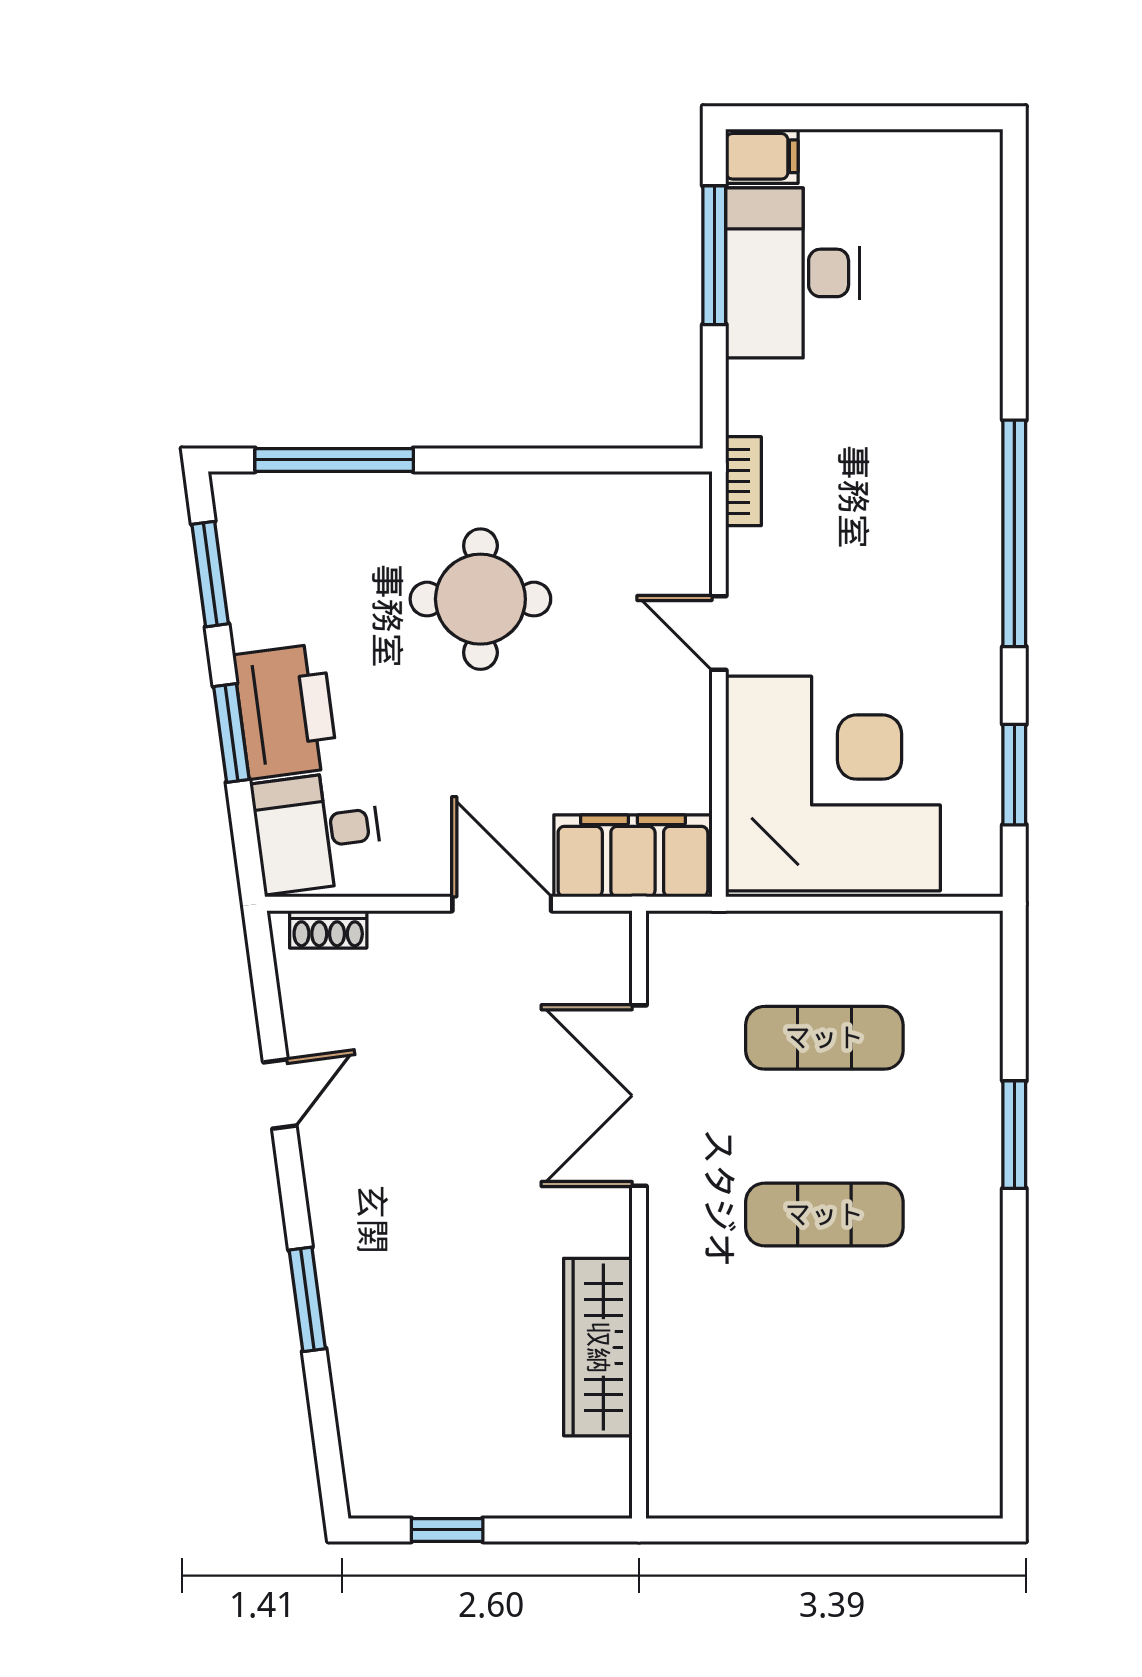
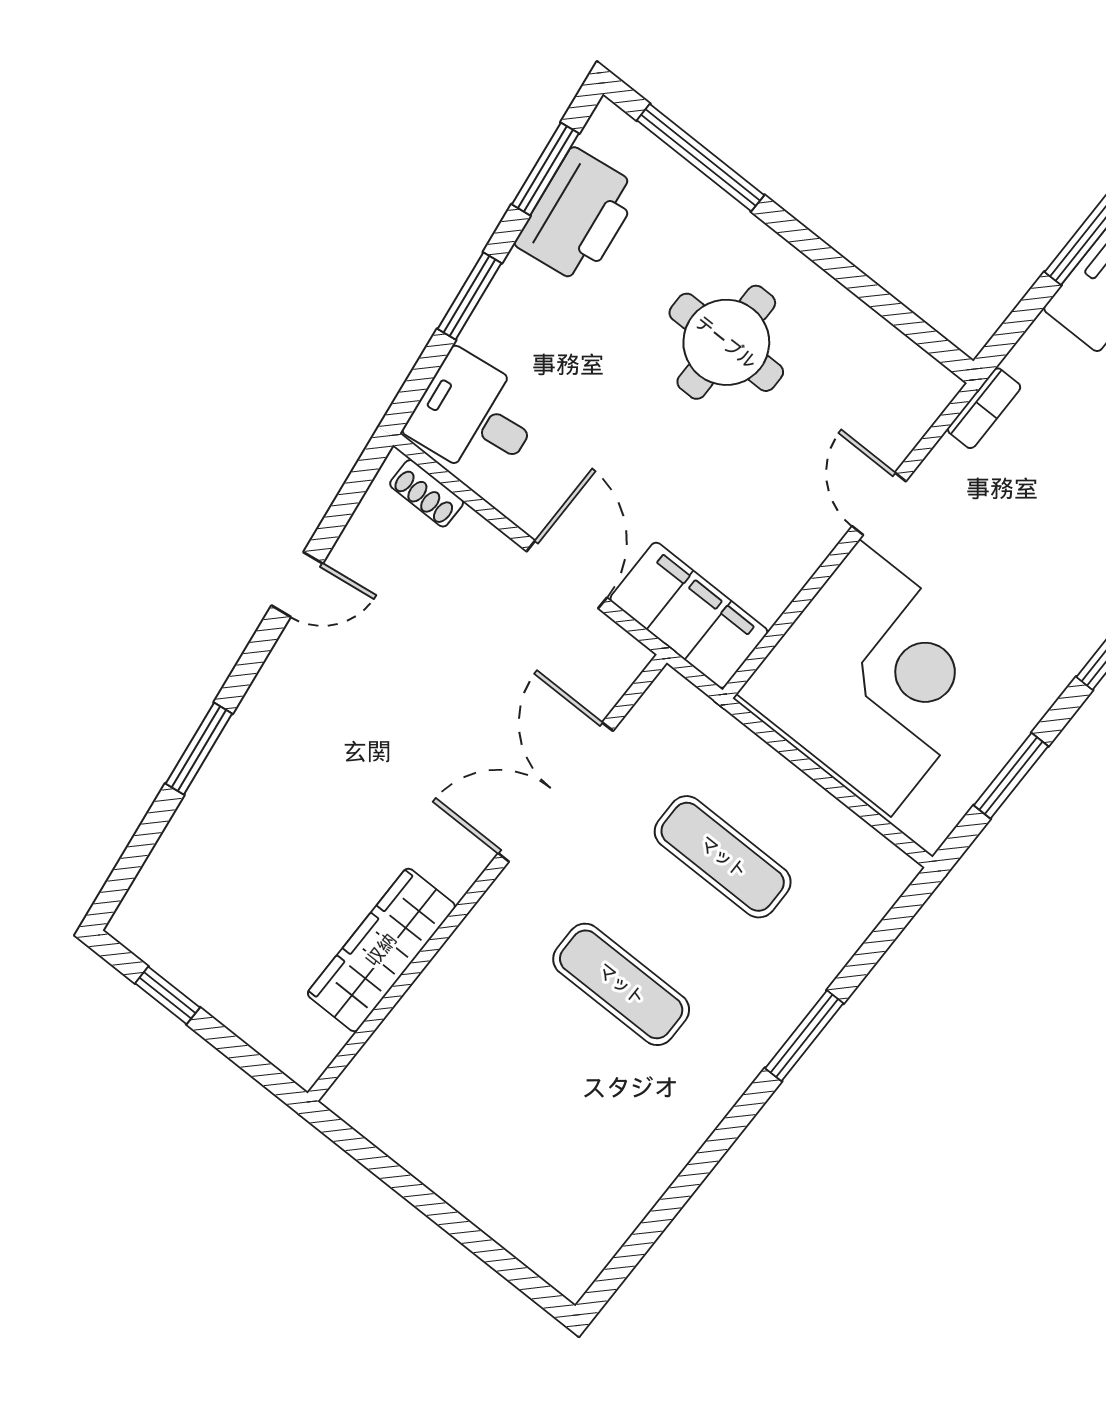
printer: (286, 711) -> (578, 216), moved

